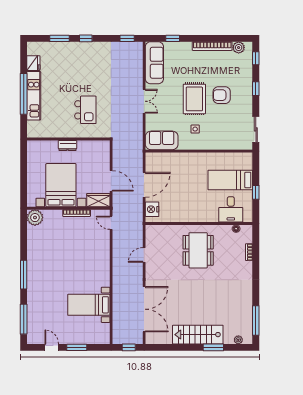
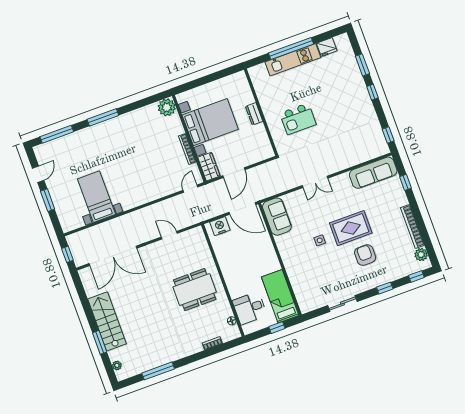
double door: (144, 101) -> (315, 182), moved
sofa: (162, 140) -> (277, 217), moved
wall: (199, 151) -> (280, 259), moved
window: (256, 320) -> (158, 371), moved

